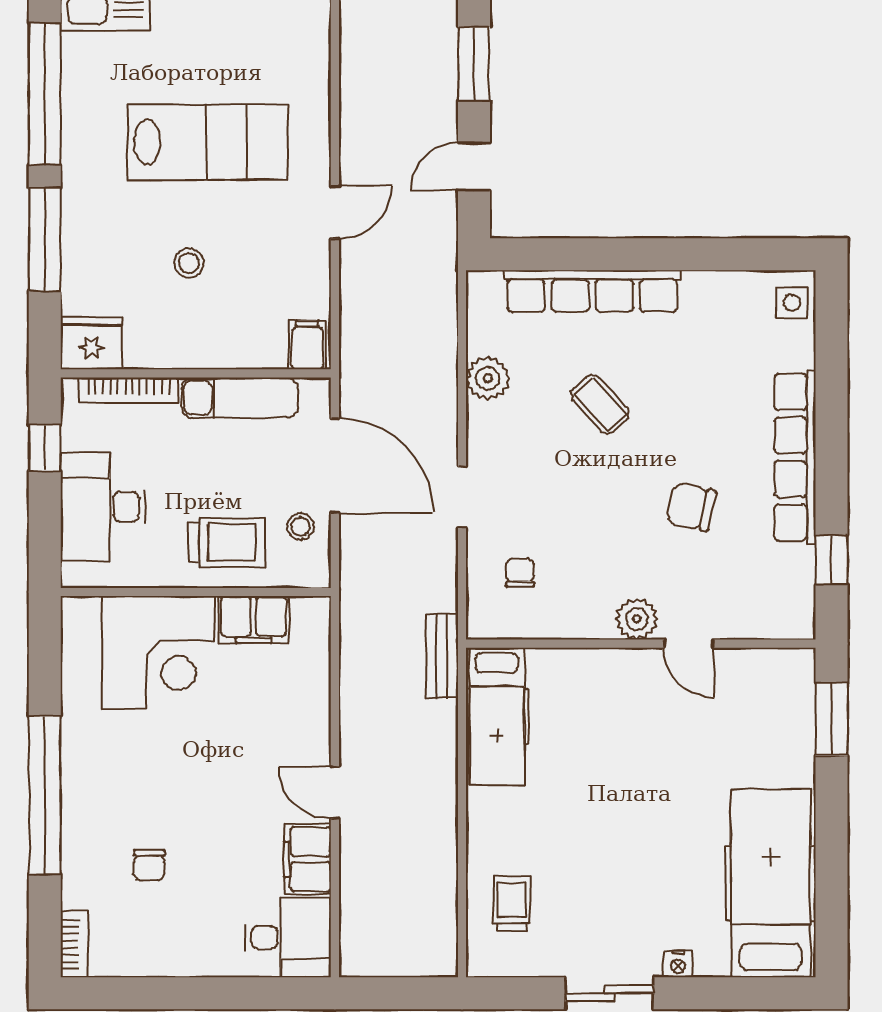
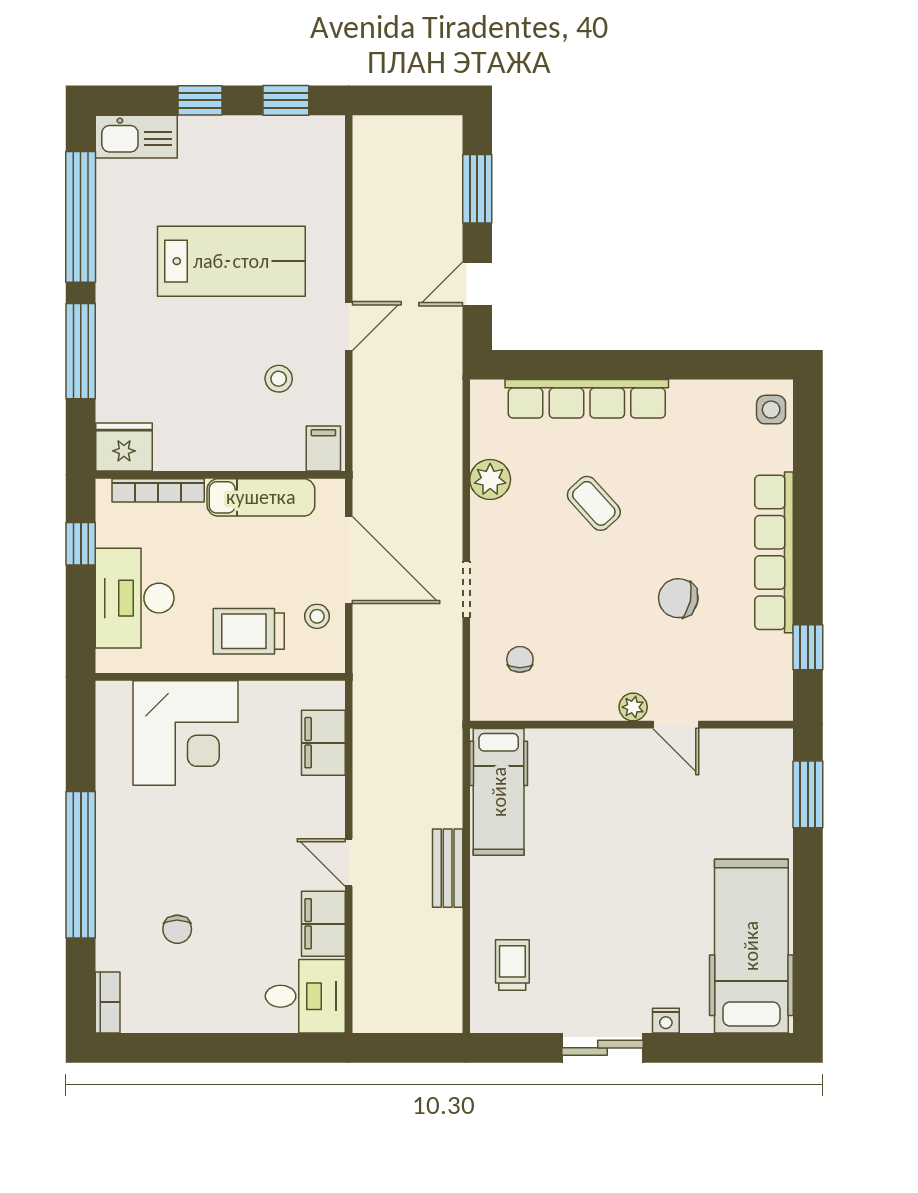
stool: (189, 263) -> (279, 379), moved
trolley: (227, 543) -> (249, 631), turned 180
plant: (637, 619) -> (633, 707), width x0.73, depth x0.73
filing cabinet: (253, 620) -> (323, 743), moved, turned 90
bench: (442, 656) -> (448, 868), moved

